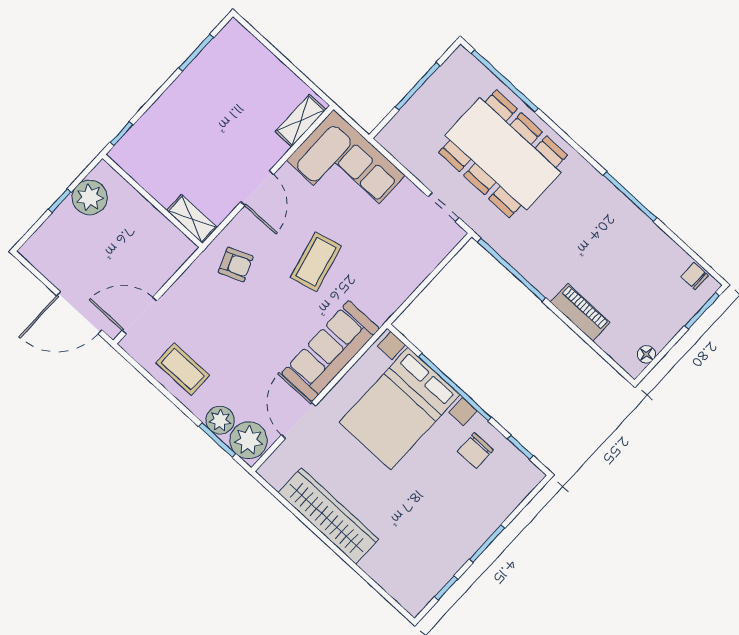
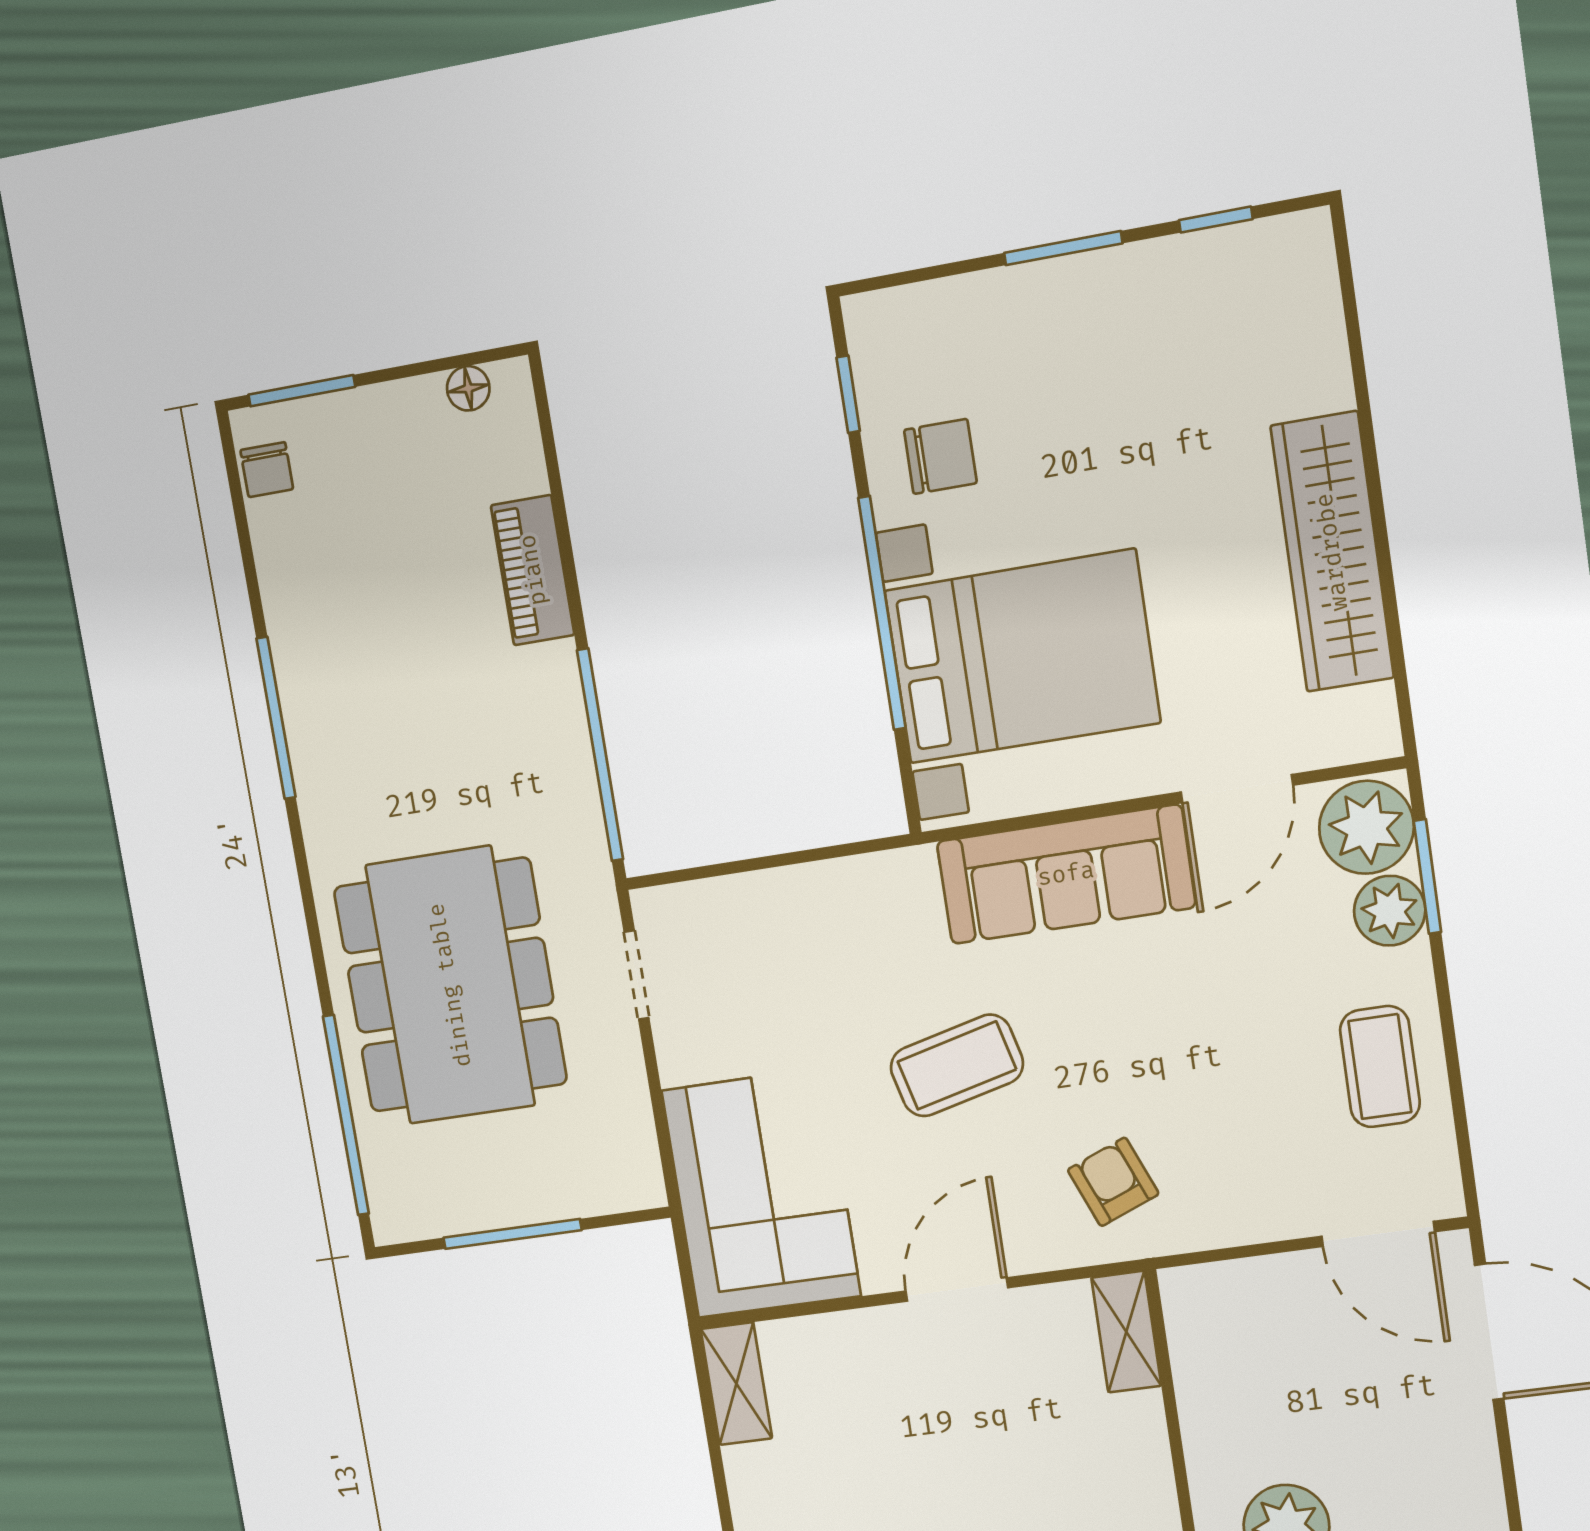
shelving: (301, 121) -> (736, 1384), moved, turned 90

